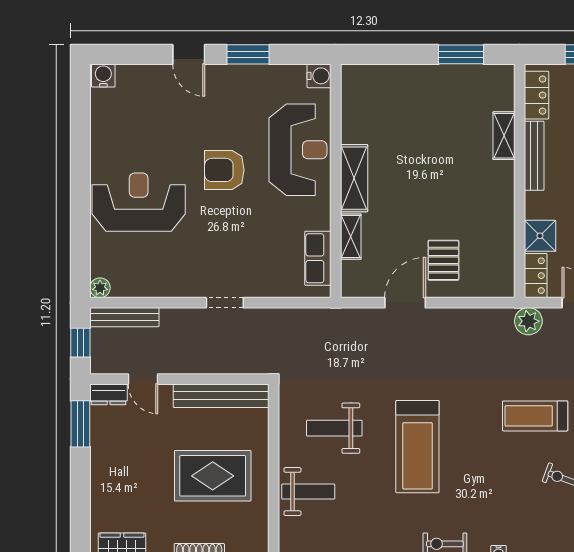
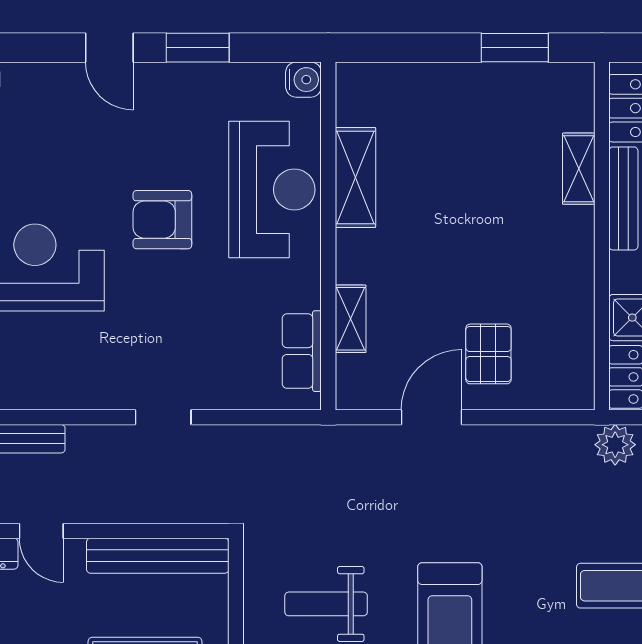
shelving: (354, 178) -> (355, 178), moved

